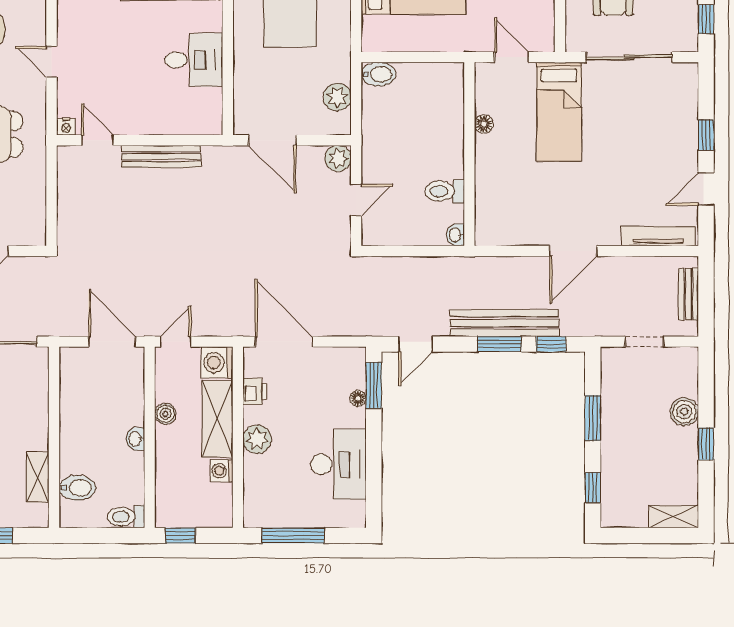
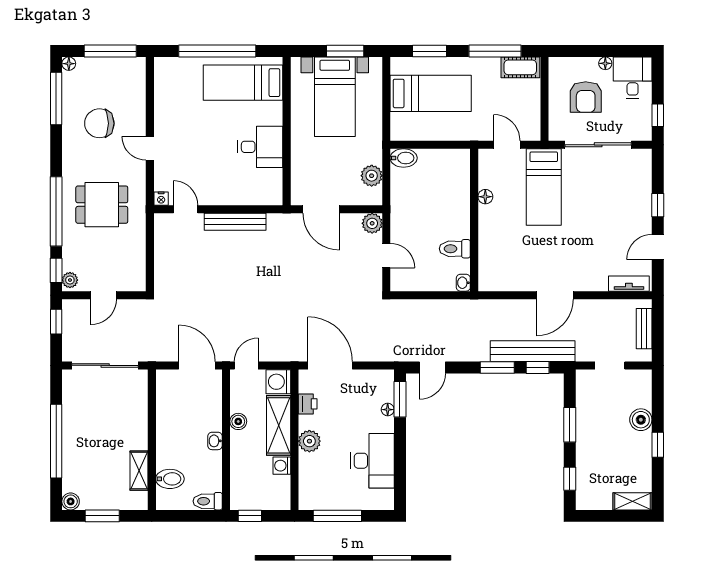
door: (356, 200) -> (386, 256), hinge flipped
tv unit: (658, 236) -> (629, 284), width x0.71
bench: (504, 323) -> (533, 351), moved

